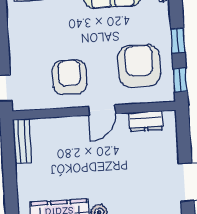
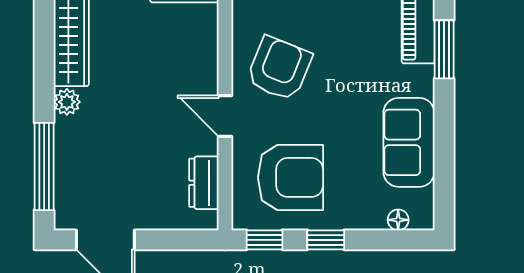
armchair: (69, 77) -> (279, 68), turned -68

